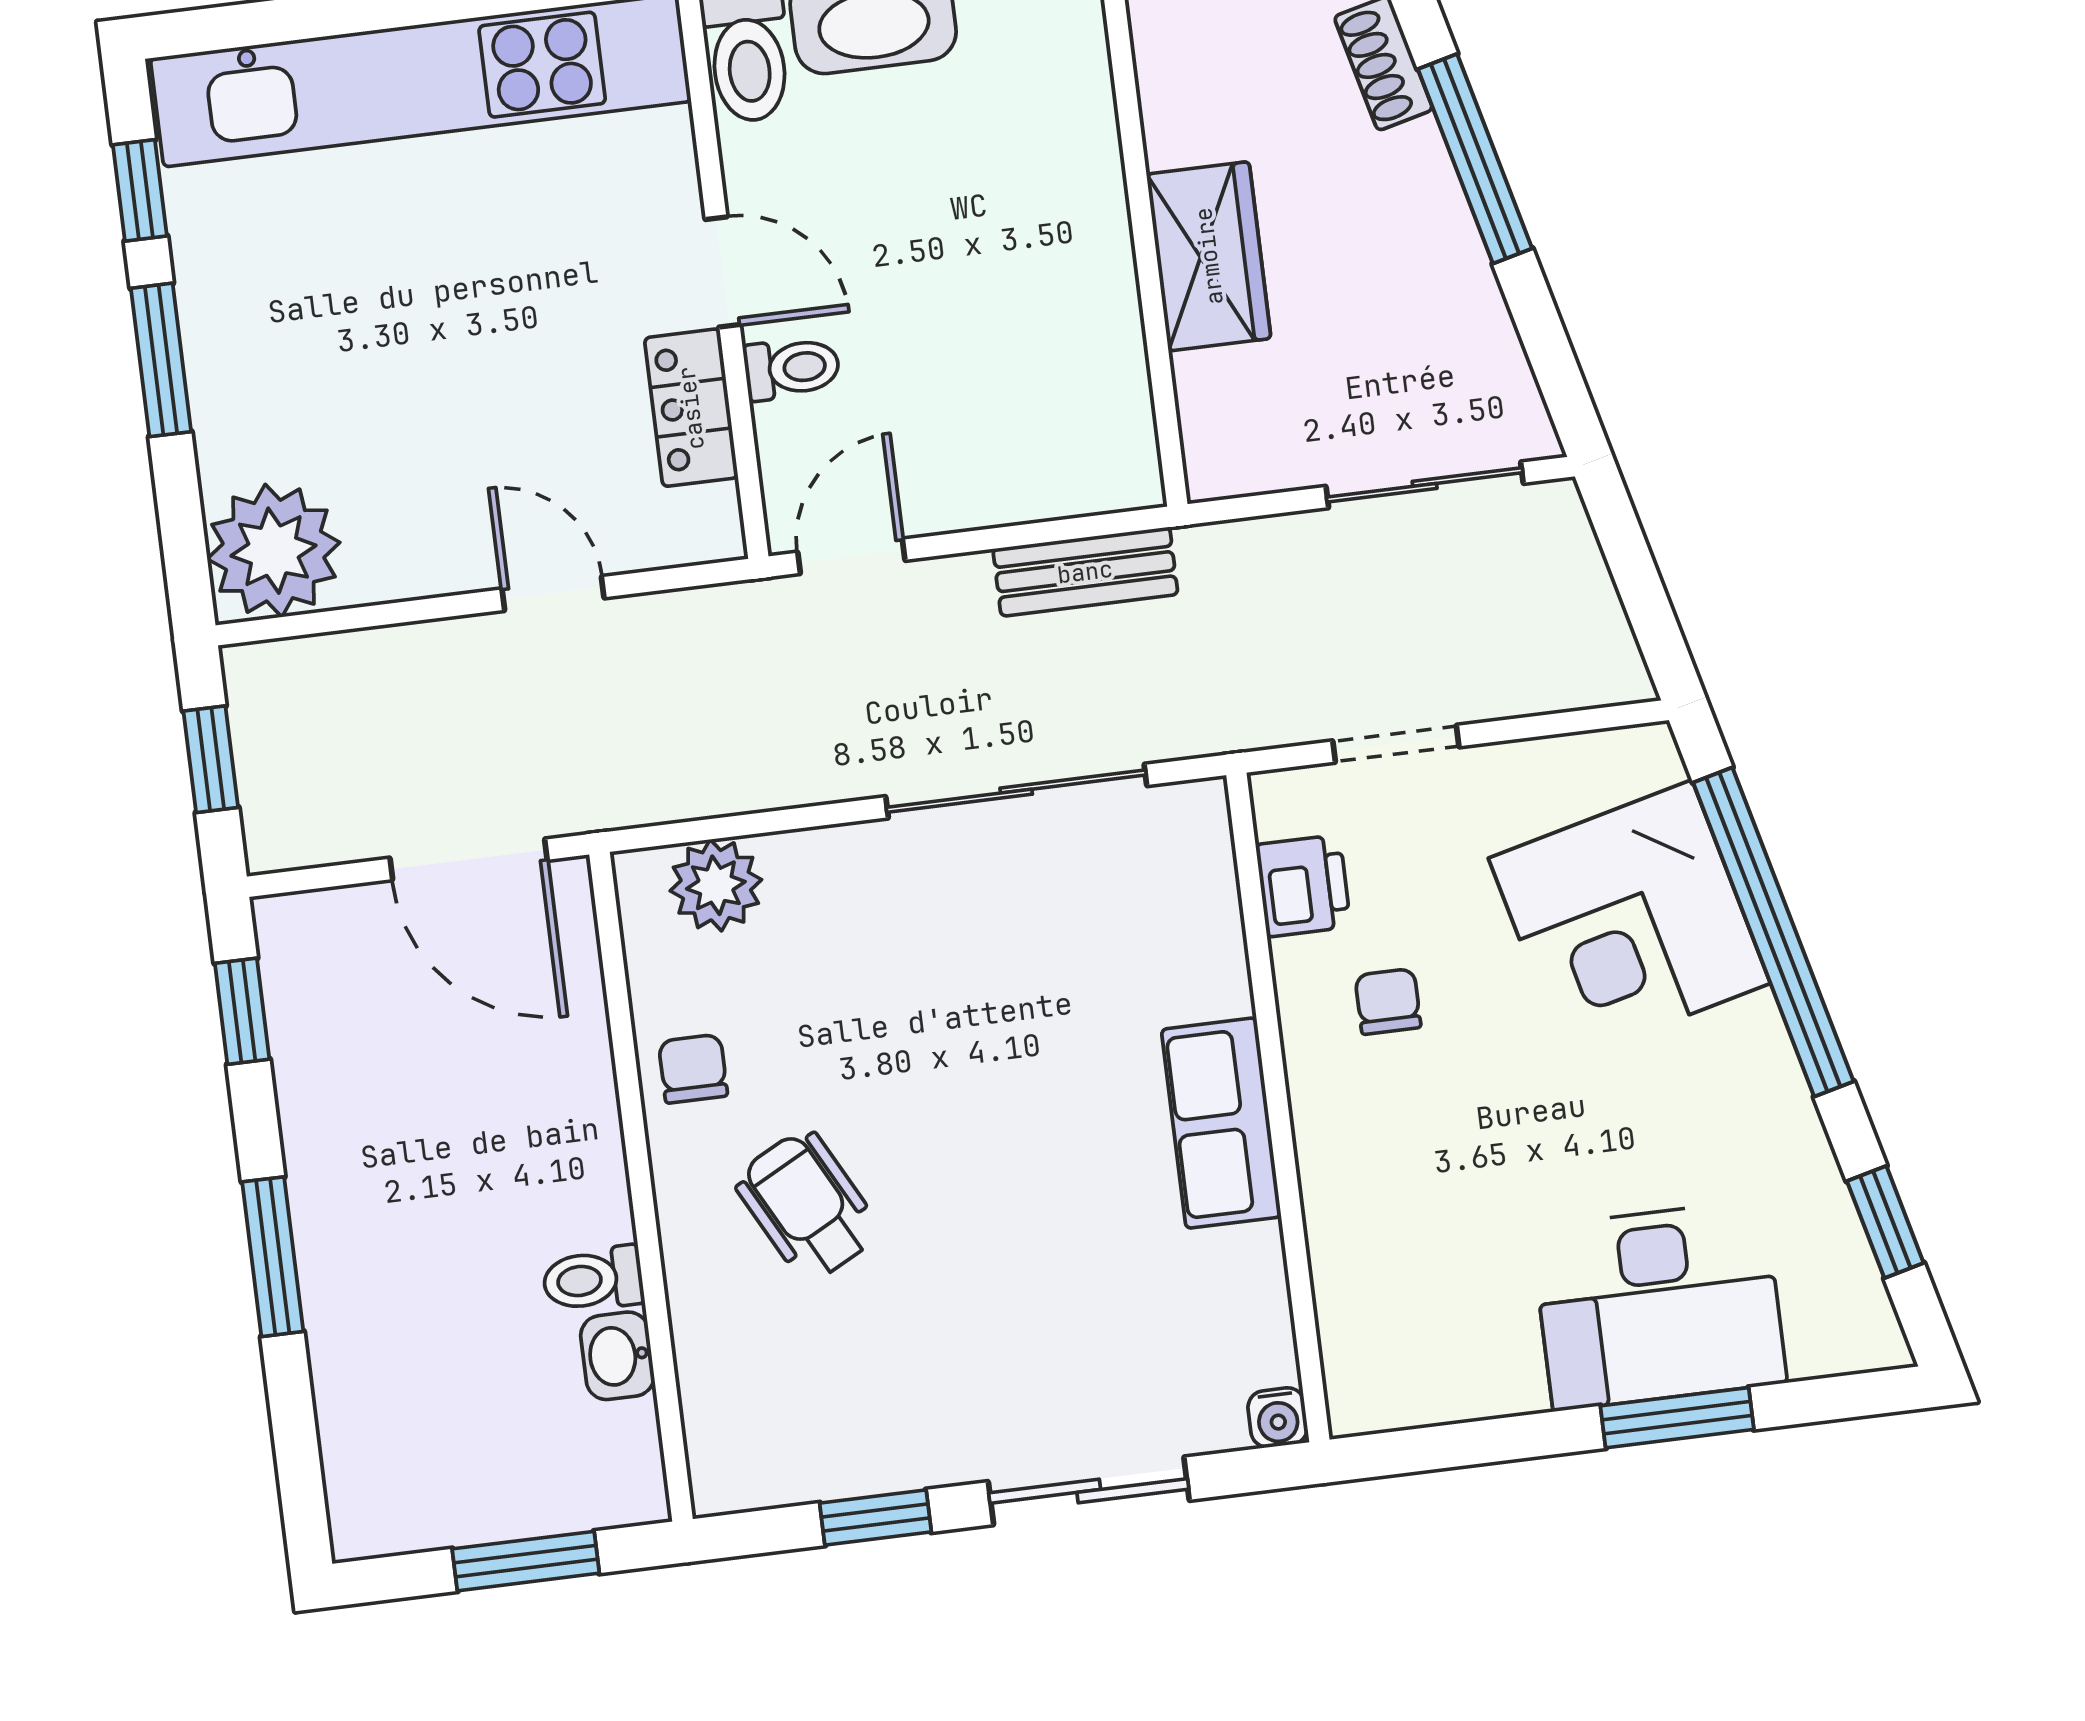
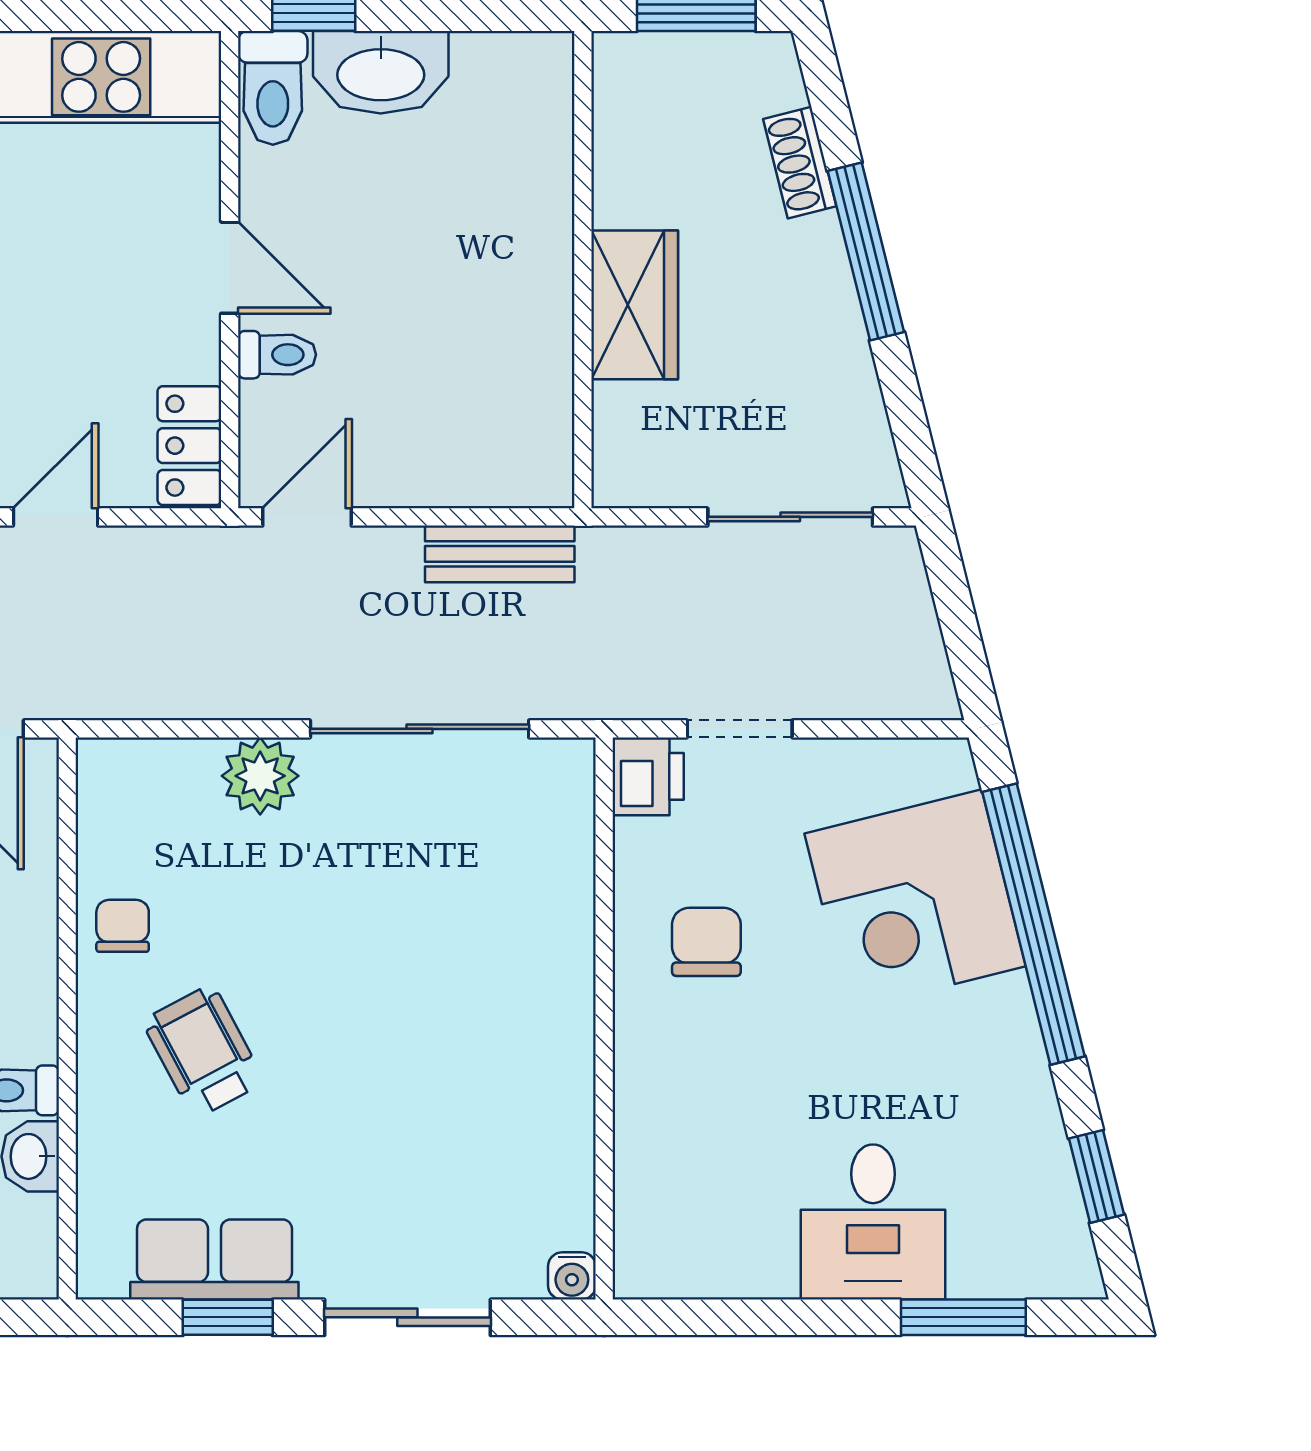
locker: (691, 408) -> (189, 446), moved
door: (553, 593) -> (56, 517), hinge flipped
plant: (716, 885) -> (260, 776), moved
printer: (1303, 886) -> (648, 776), moved
chair: (1388, 1001) -> (706, 942), width x1.37, depth x1.37
row of seats: (1221, 1123) -> (214, 1259), moved, turned 90
desk: (1659, 1305) -> (873, 1222), width x0.73
window: (1677, 1418) -> (963, 1317), moved

